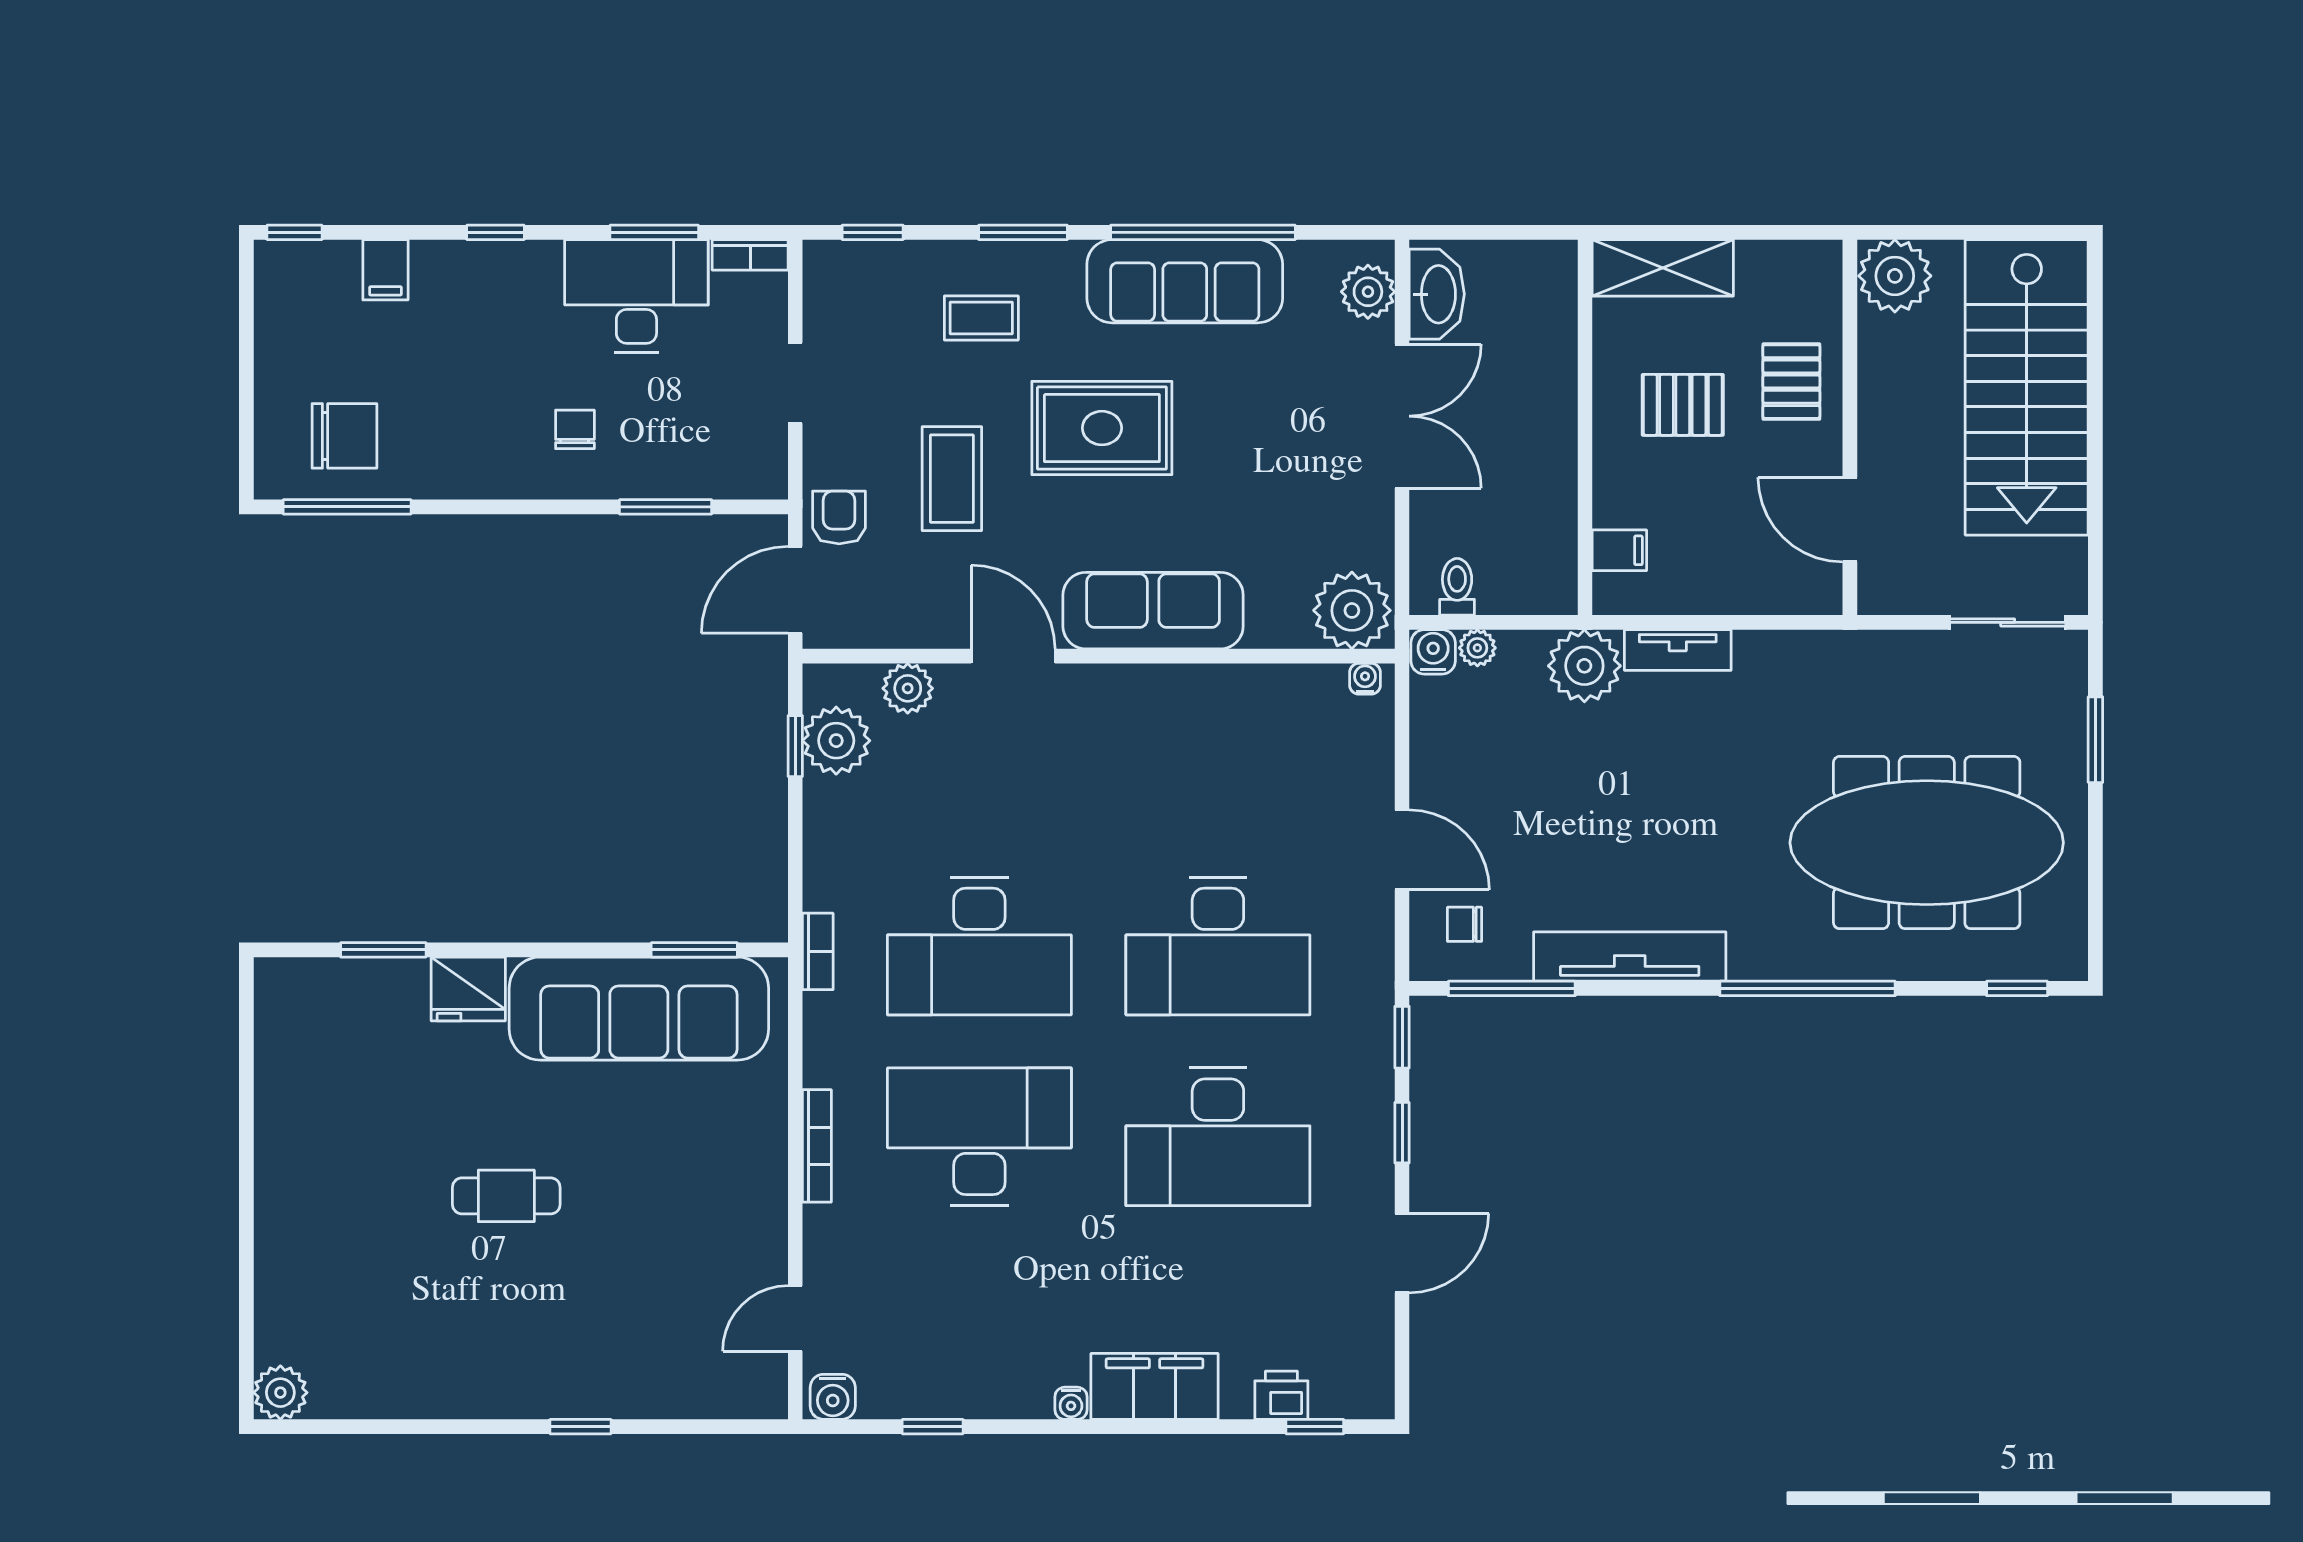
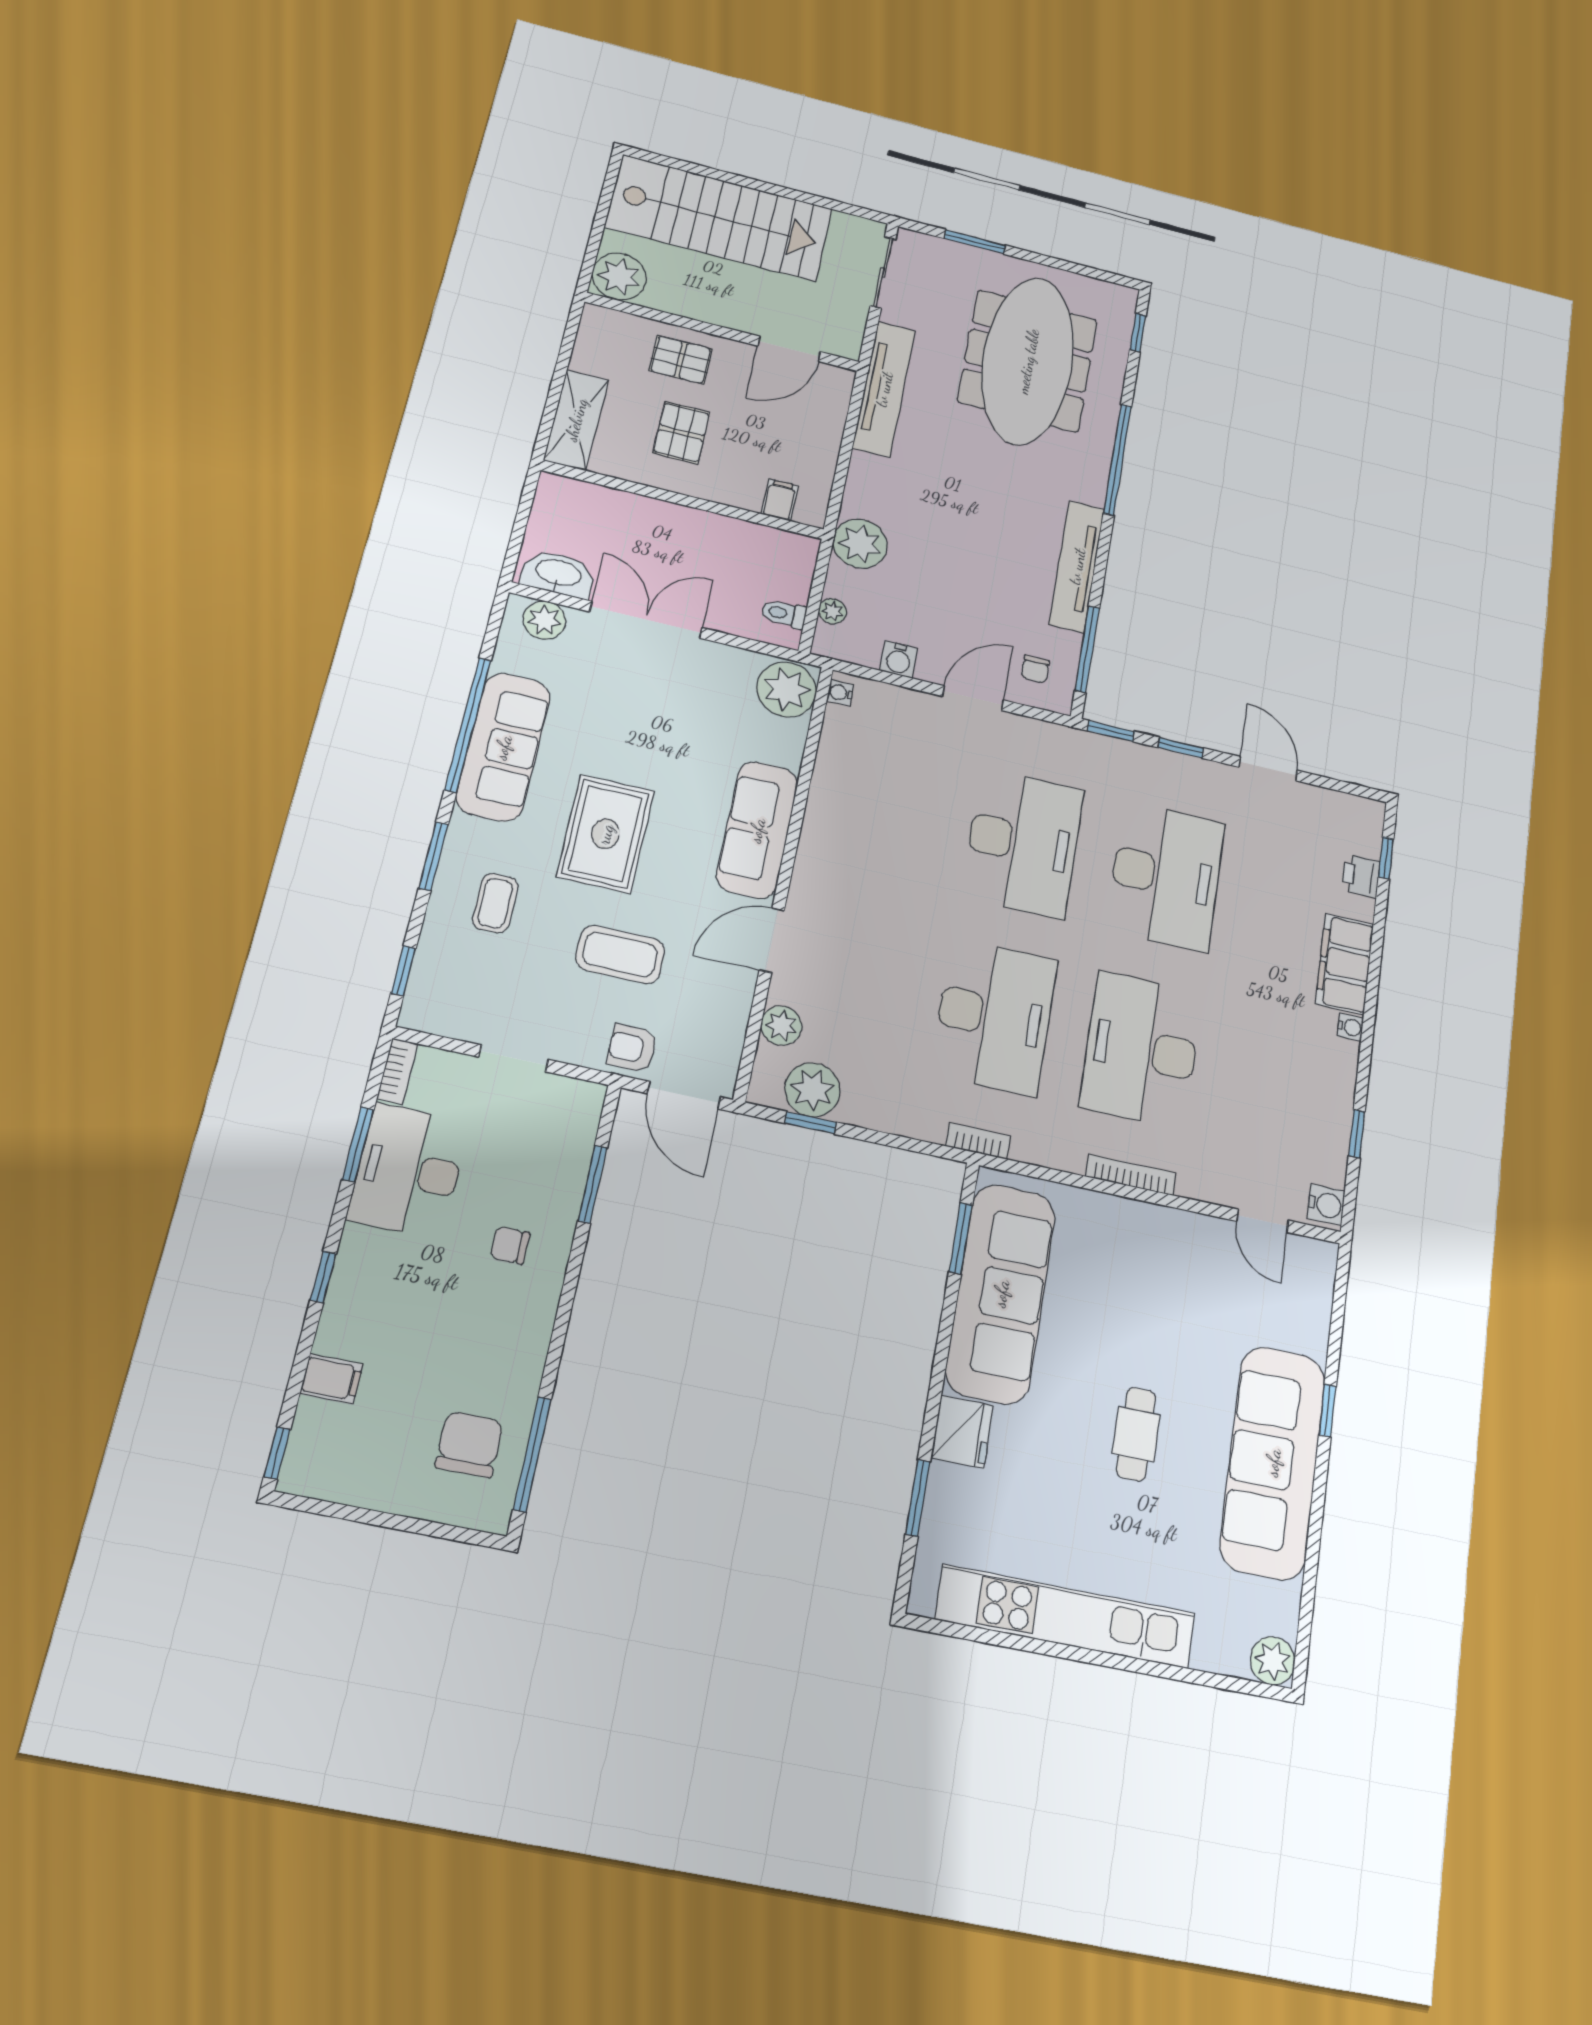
tv unit: (1678, 650) -> (884, 389), moved, width x1.92, depth x1.29
water cooler: (1433, 652) -> (899, 659), moved, turned -90
kitchen unit: (285, 1142) -> (1066, 1616), added
sofa: (506, 1366) -> (1273, 1462), added

